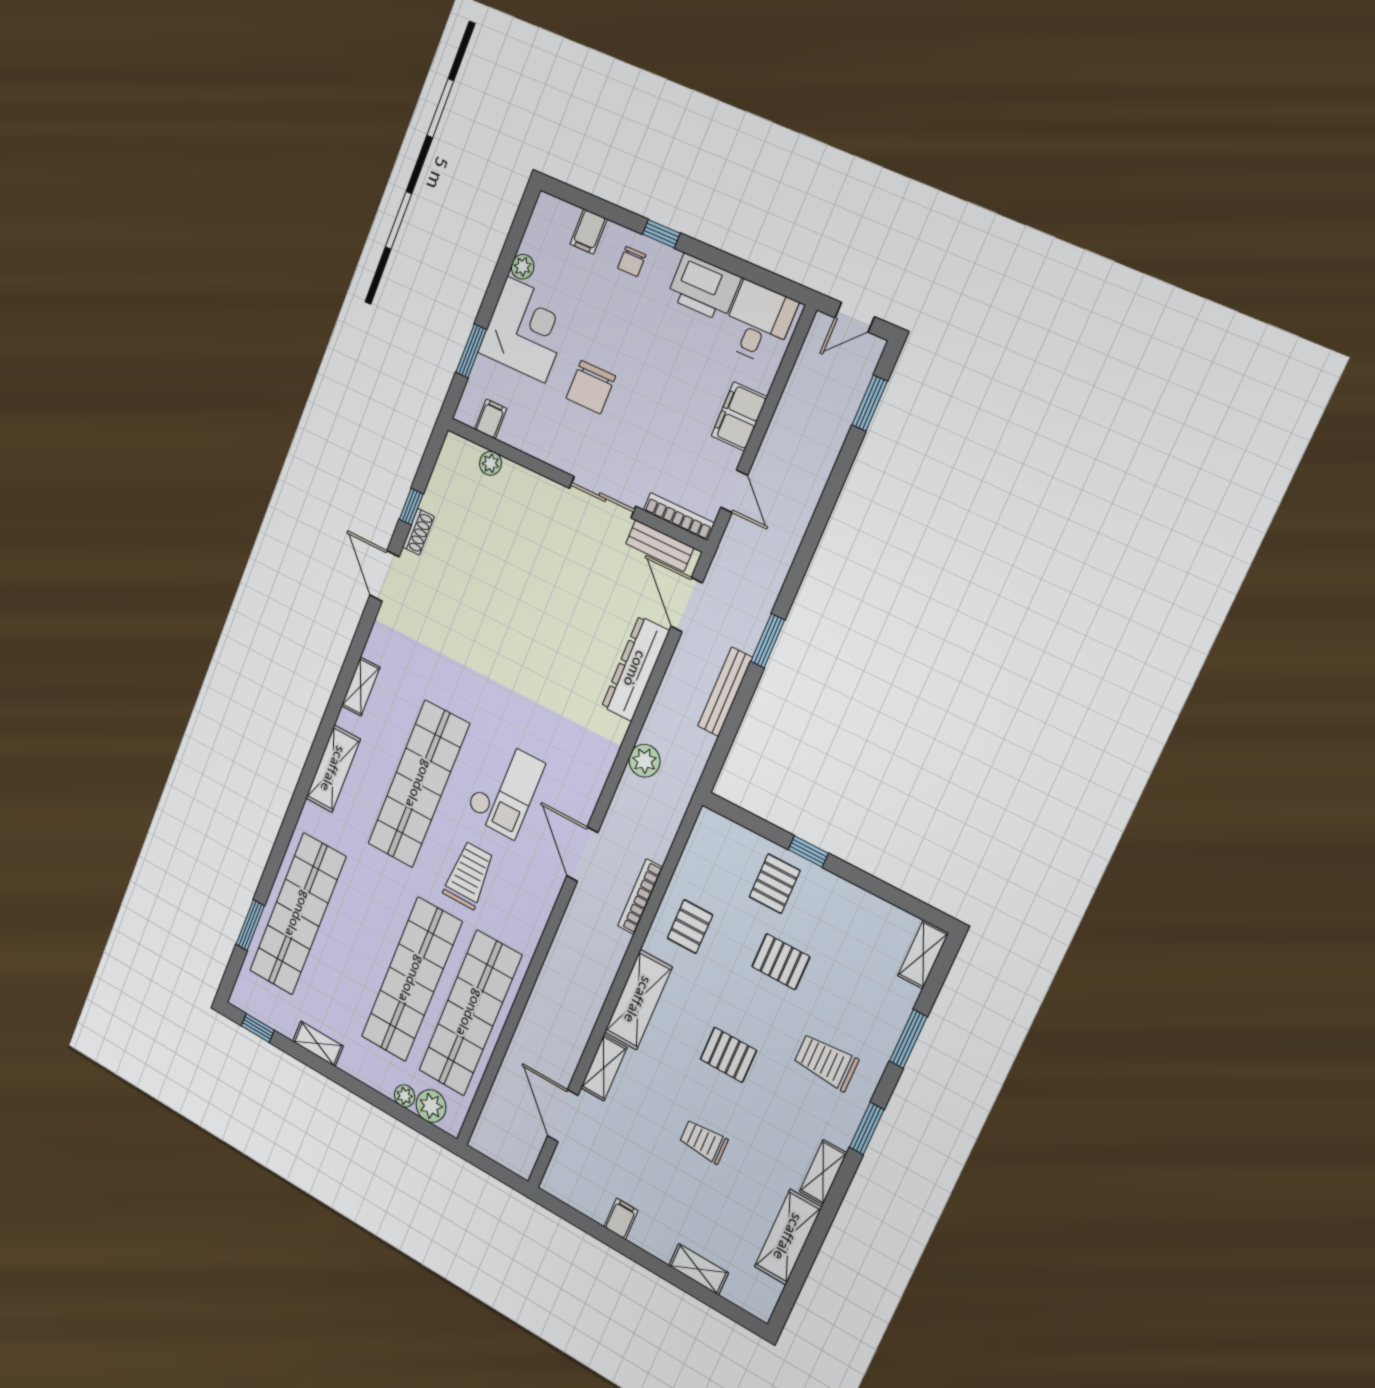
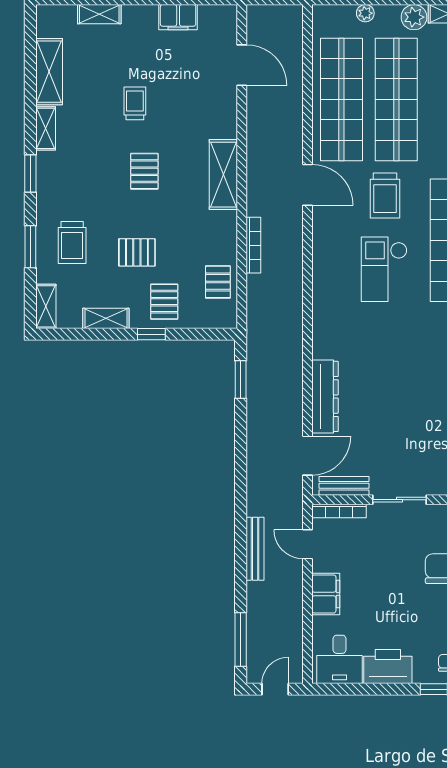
window: (870, 403) -> (241, 640), width x1.44
door: (687, 605) -> (308, 456), hinge flipped
window: (768, 641) -> (241, 379), moved
bench: (725, 692) -> (255, 549), moved
plant: (644, 761) -> (291, 338), removed
door: (582, 854) -> (308, 185), moved
pallet: (690, 927) -> (218, 282), moved
pallet: (728, 1055) -> (144, 171), turned 90
trolley: (826, 1062) -> (72, 243), moved, turned 90
shelving: (604, 1068) -> (106, 318), moved, turned 90
plant: (431, 1106) -> (414, 17), moved
trolley: (704, 1141) -> (135, 103), turned -90
filing cabinet: (621, 1219) -> (178, 17), width x2.00

